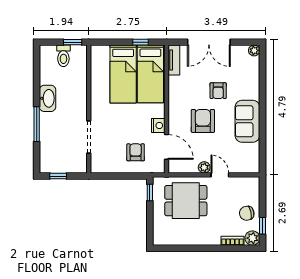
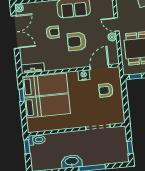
double door: (209, 42) -> (15, 32), moved
toilet: (63, 56) -> (37, 140), moved
door: (220, 175) -> (117, 24), hinge flipped

